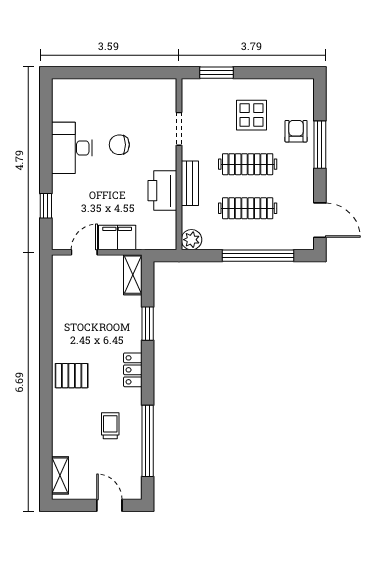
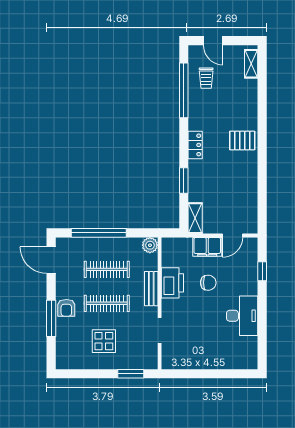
armchair: (296, 131) -> (66, 308), moved
chair: (119, 145) -> (208, 283), moved
trolley: (110, 426) -> (206, 78), moved

